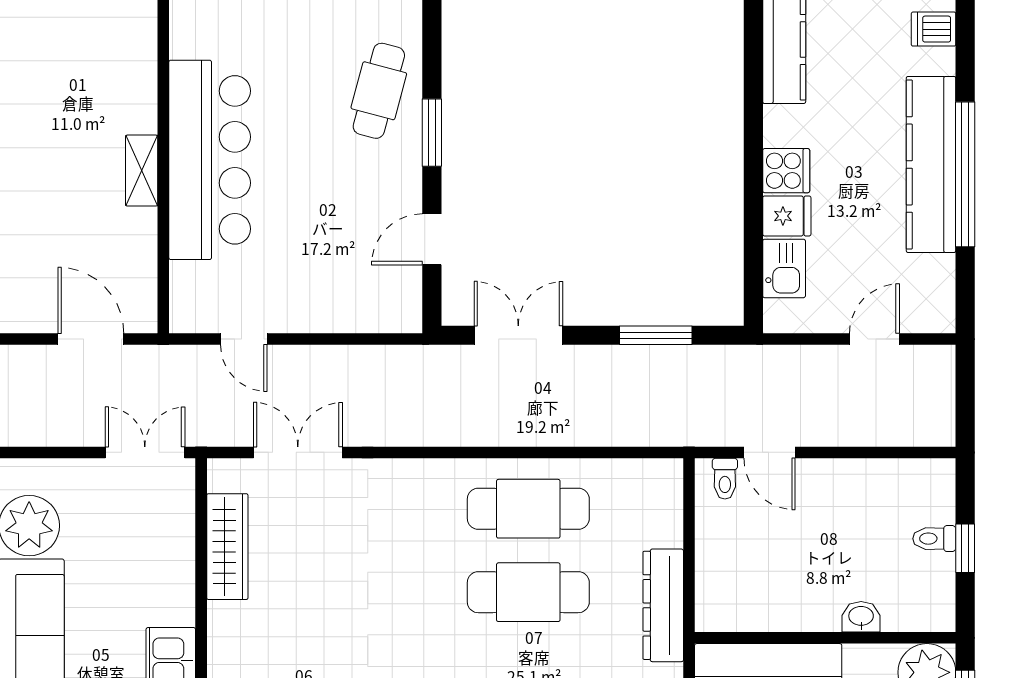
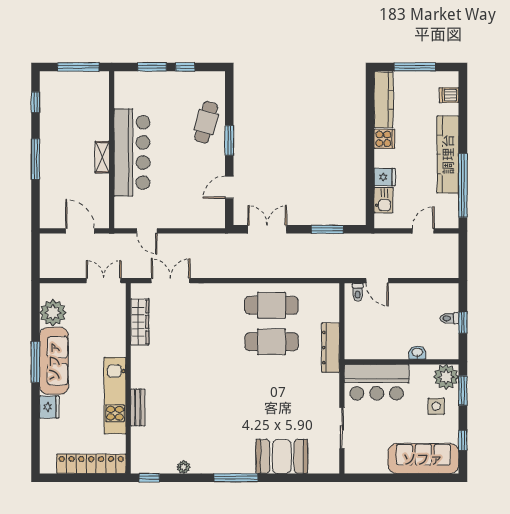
cooker: (786, 171) -> (384, 139), moved
window: (965, 174) -> (463, 186), moved

